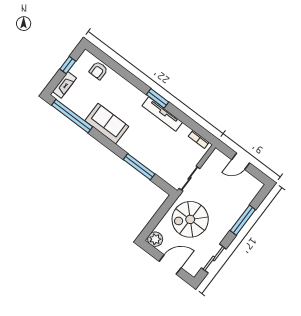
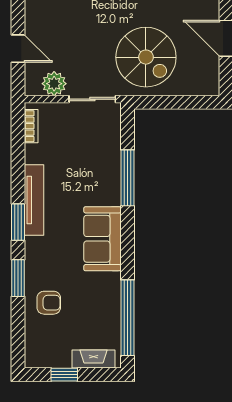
armchair: (98, 71) -> (49, 303), moved
window: (131, 78) -> (18, 278), added
sofa: (107, 124) -> (102, 239), moved
plant: (155, 239) -> (54, 84), moved

